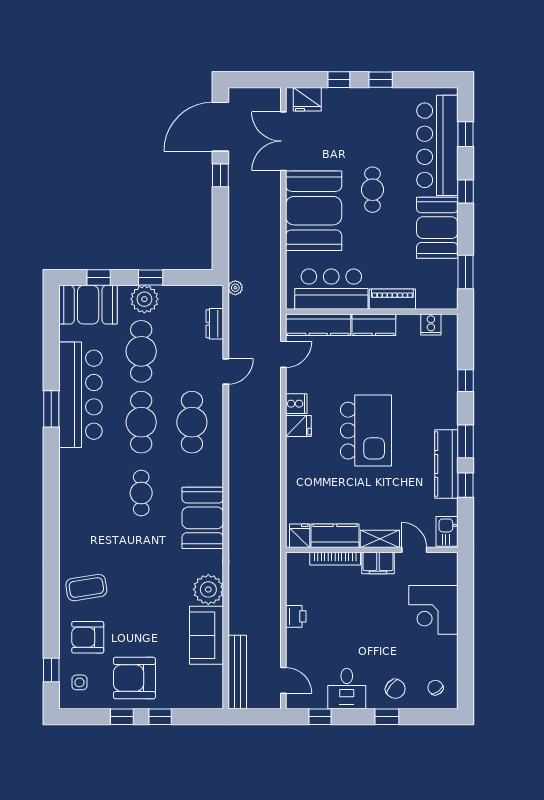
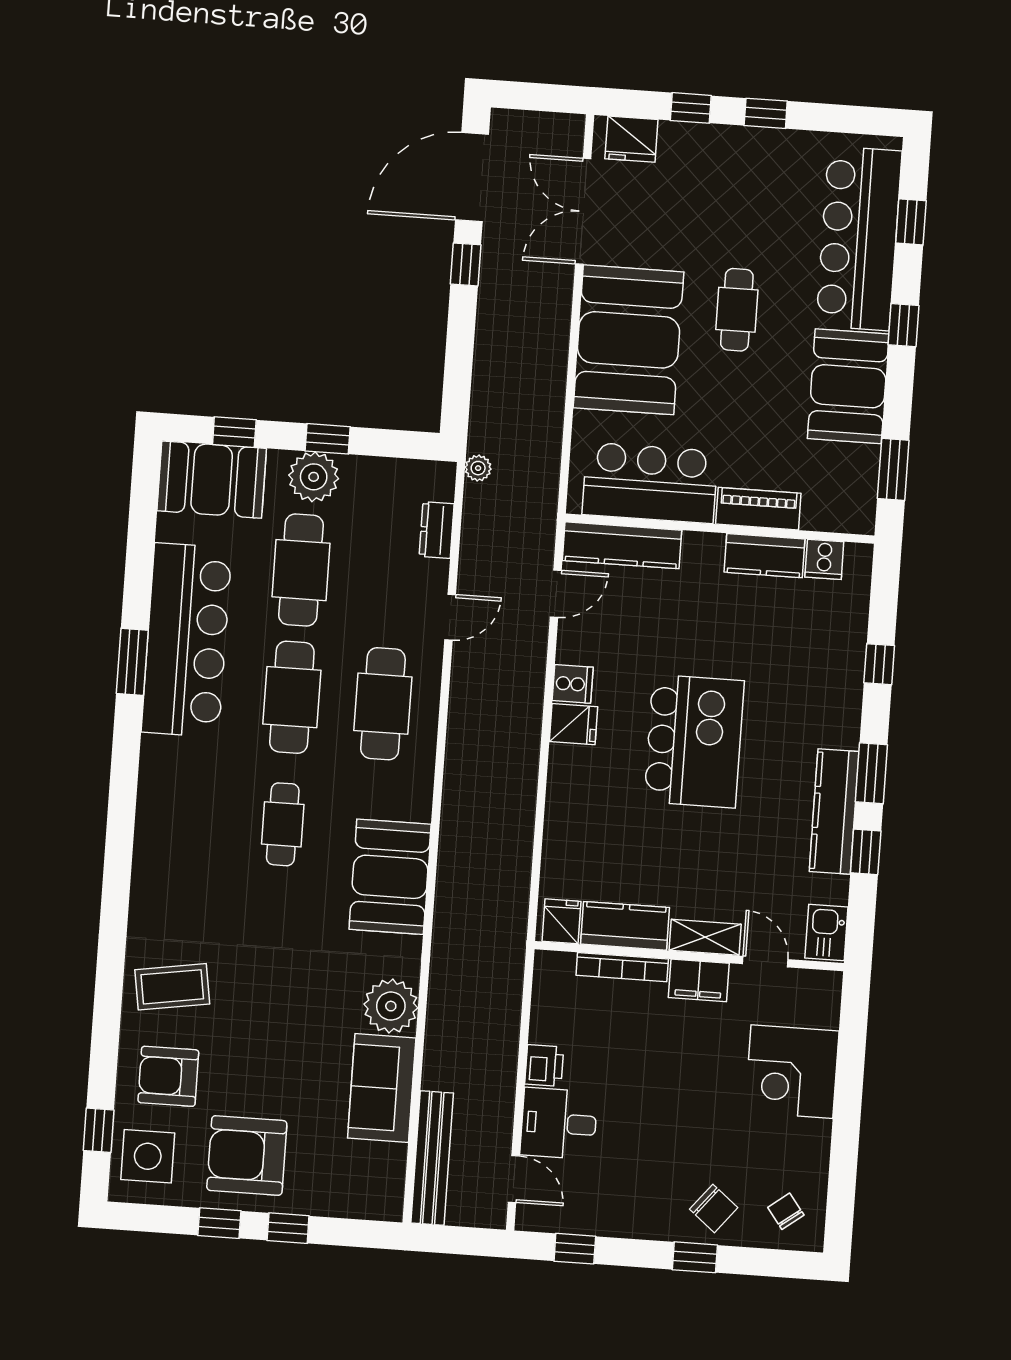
kitchen counter: (374, 325) -> (765, 556), moved
side table: (79, 682) -> (148, 1156), width x1.87, depth x1.87
desk: (347, 689) -> (559, 1123), moved, turned 90

